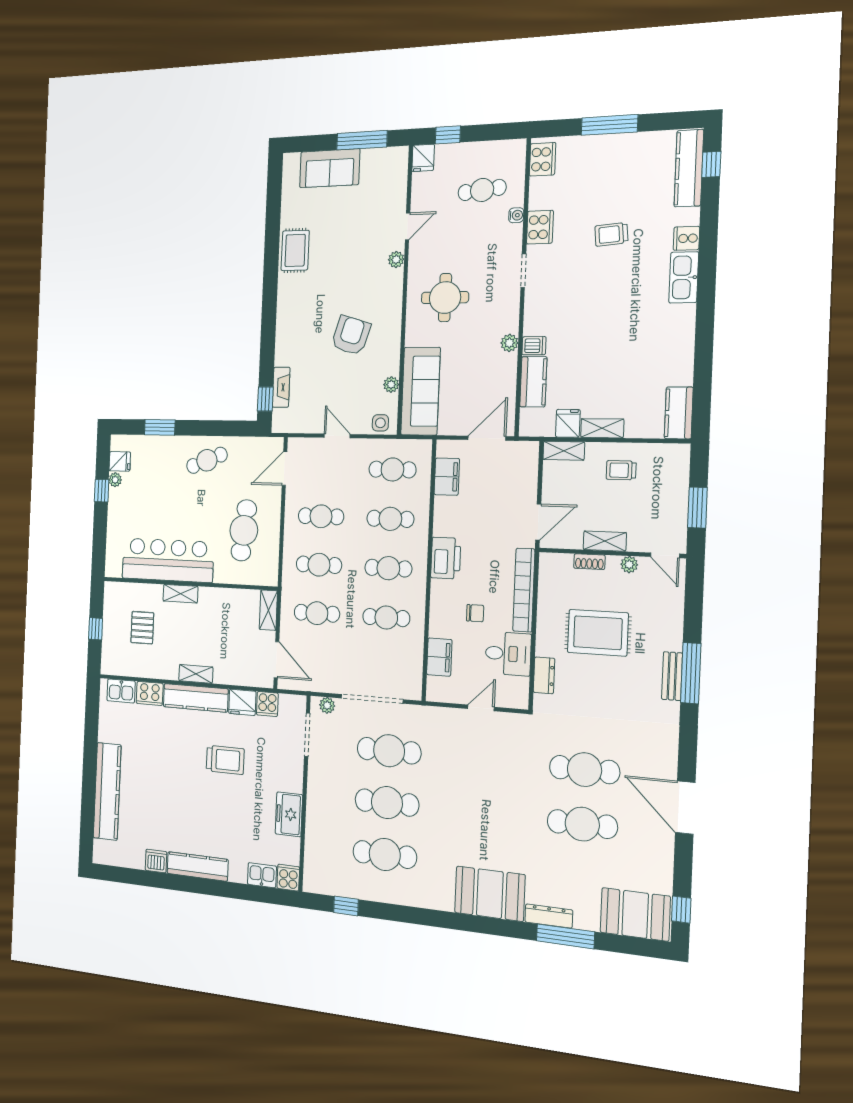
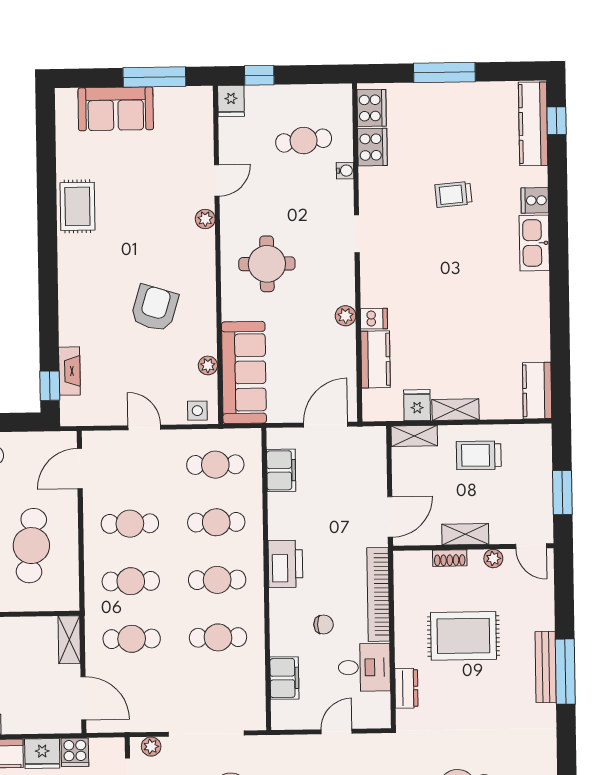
cooker: (540, 227) -> (372, 147), moved
trolley: (621, 470) -> (479, 455), width x1.36, depth x1.39
bench: (672, 676) -> (546, 667), width x1.36

